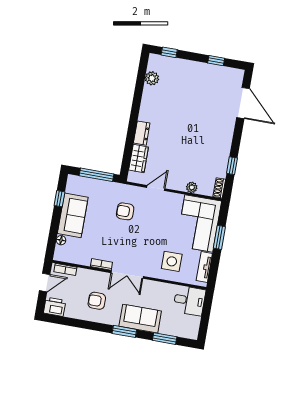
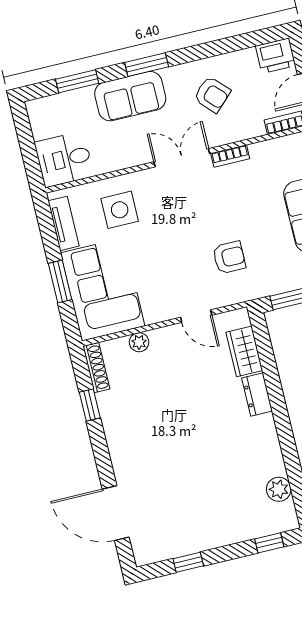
door: (156, 188) -> (196, 316), hinge flipped
shoe rack: (219, 188) -> (96, 368), width x1.43
armchair: (97, 301) -> (212, 95), turned 46

